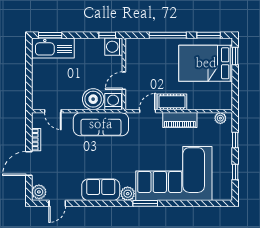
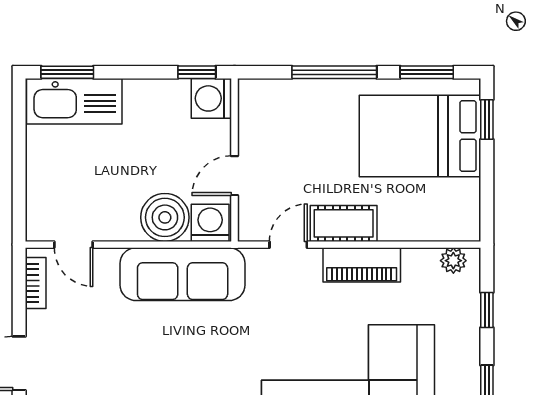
bookcase: (36, 140) -> (36, 283), moved

